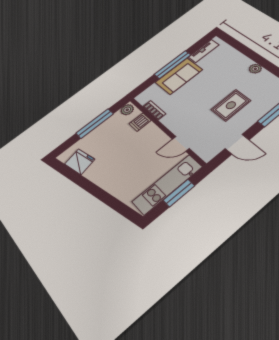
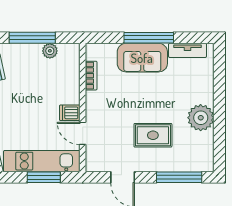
plant: (255, 69) -> (201, 118), width x1.87, depth x1.87
plant: (127, 110) -> (50, 51), moved
dishwasher: (140, 122) -> (70, 113), moved

